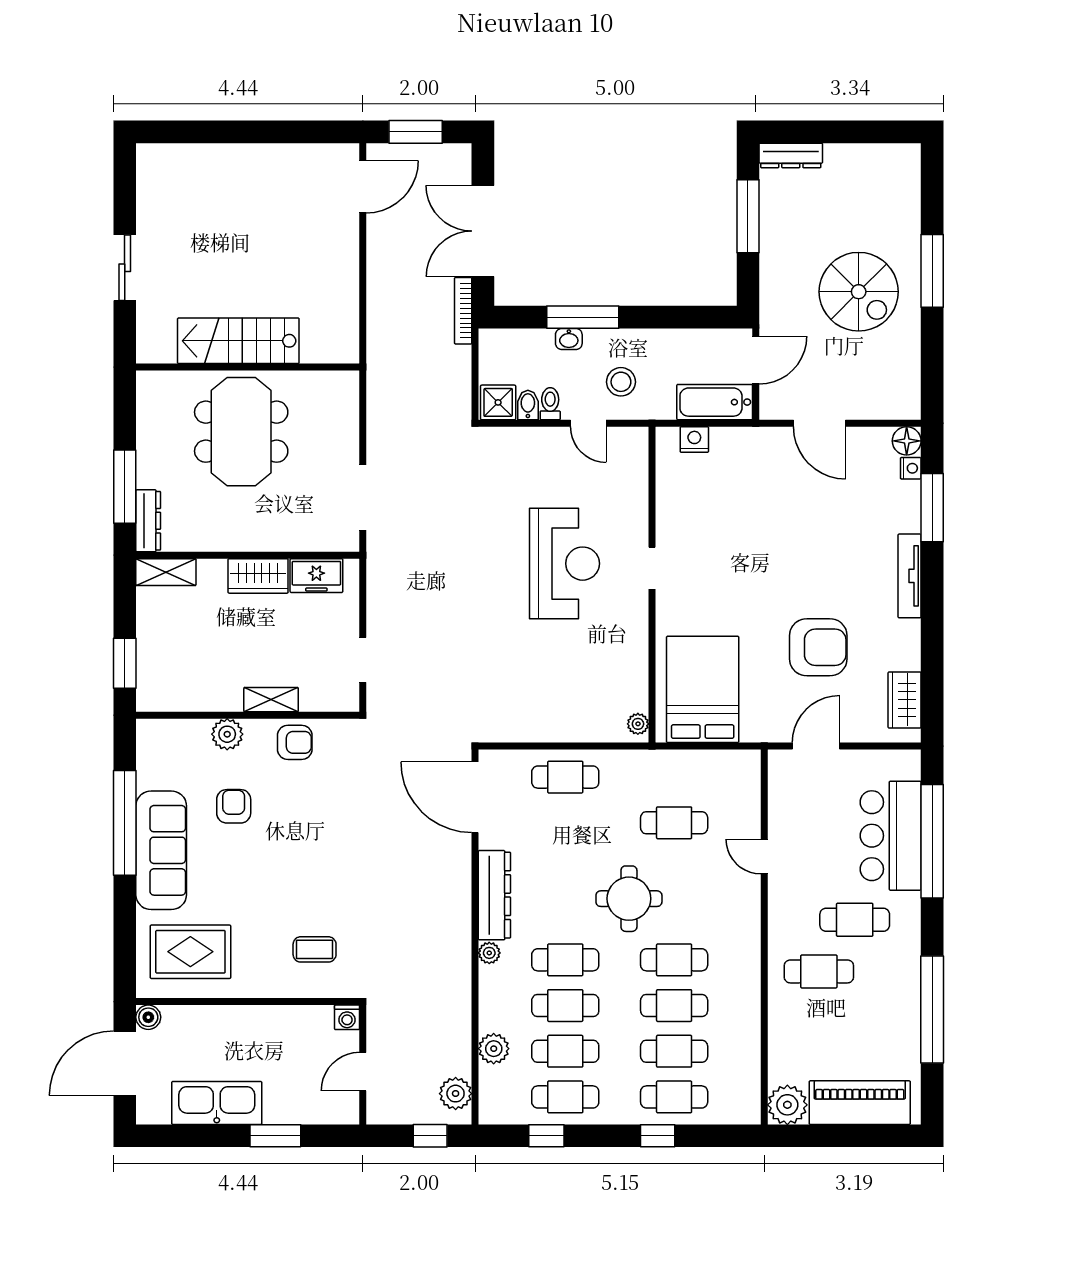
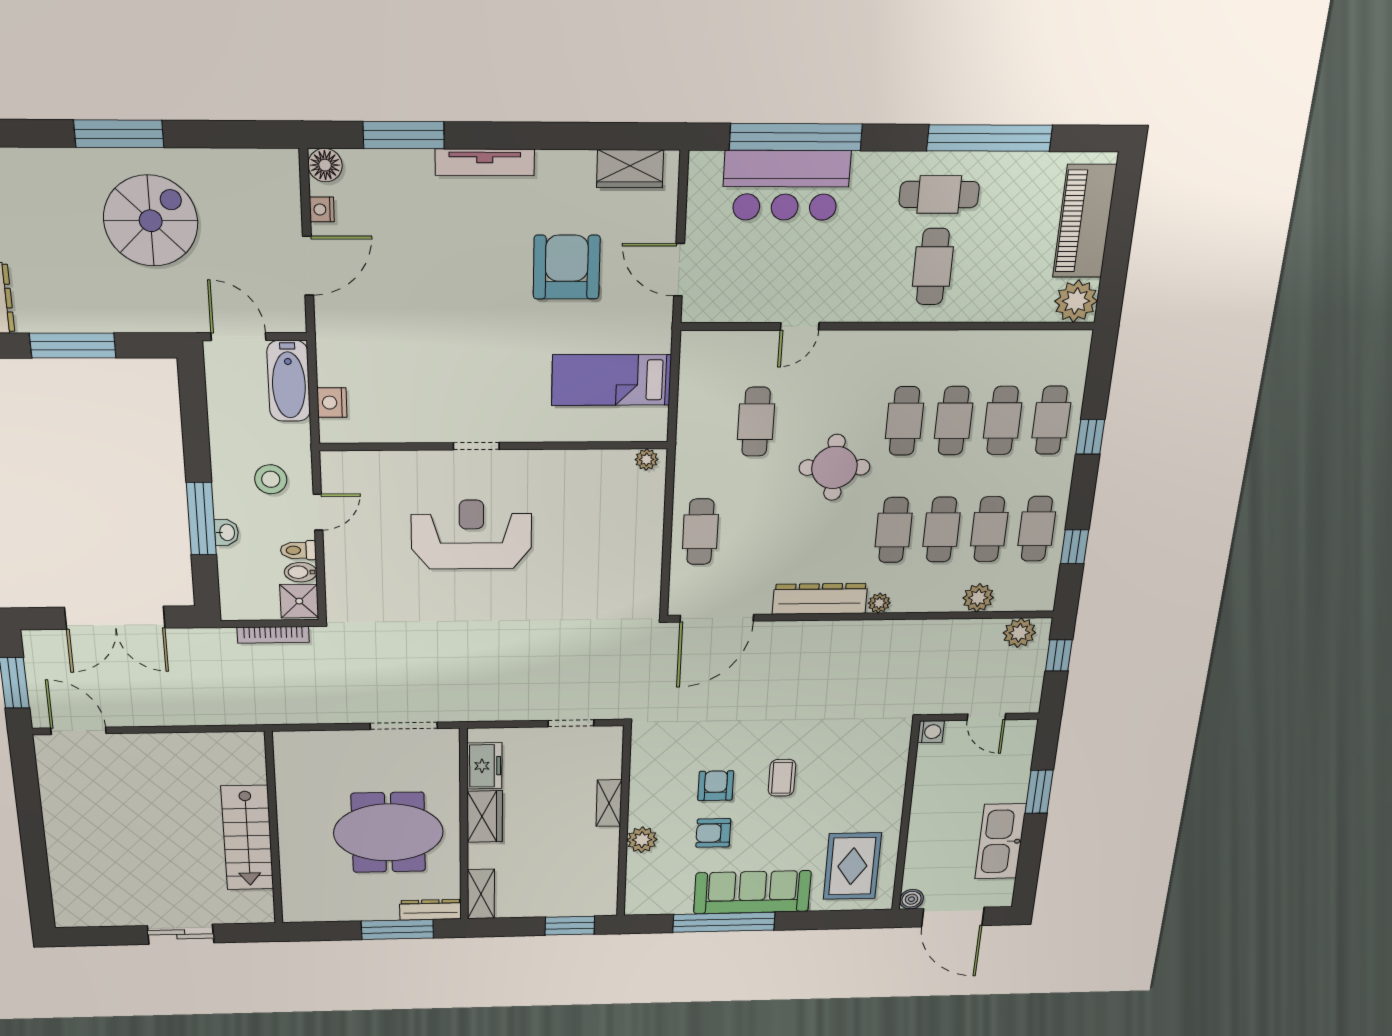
bookcase: (463, 311) -> (273, 635), moved
meeting table: (241, 432) -> (388, 832), moved
nightstand: (911, 468) -> (322, 209), moved, turned -90
bed: (703, 689) -> (611, 380), width x0.67
armchair: (295, 742) -> (716, 786), moved
cafe table: (855, 920) -> (939, 195), moved, turned 90
coffee table: (315, 949) -> (782, 778), moved

